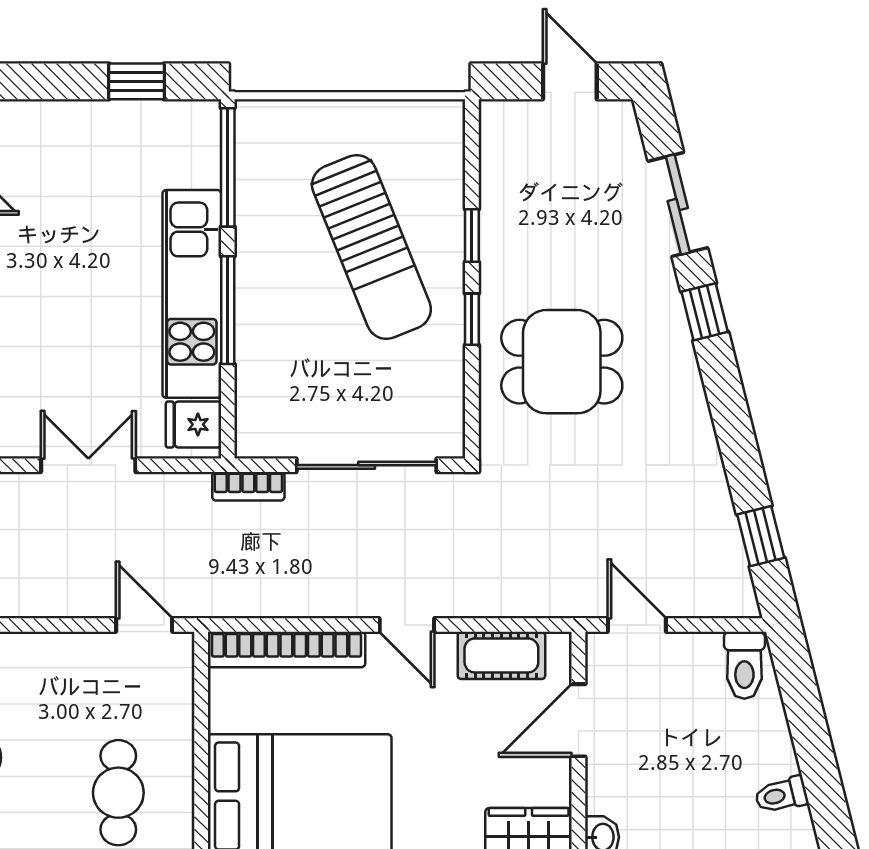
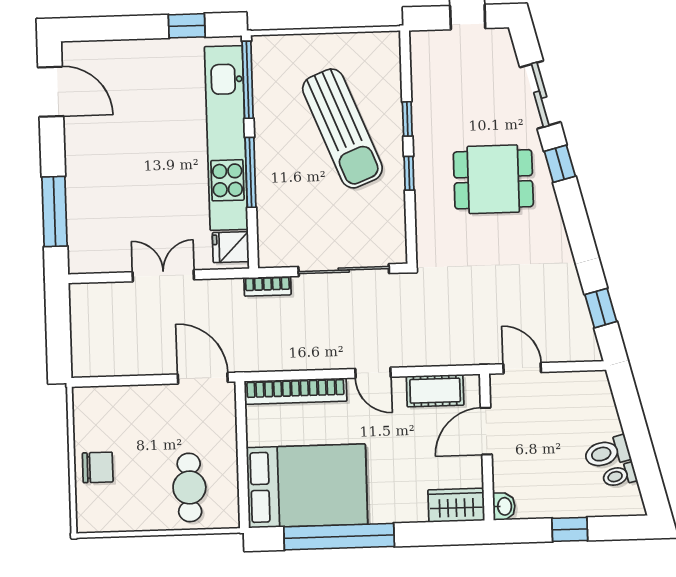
kitchen unit: (192, 294) -> (226, 138), width x1.36
dining table: (562, 362) -> (493, 179), moved
door: (144, 625) -> (203, 378), width x1.38
toilet: (744, 665) -> (607, 452), moved, turned 76

